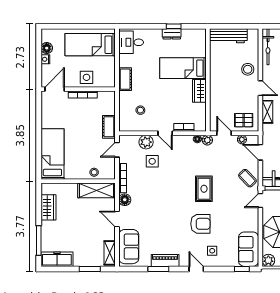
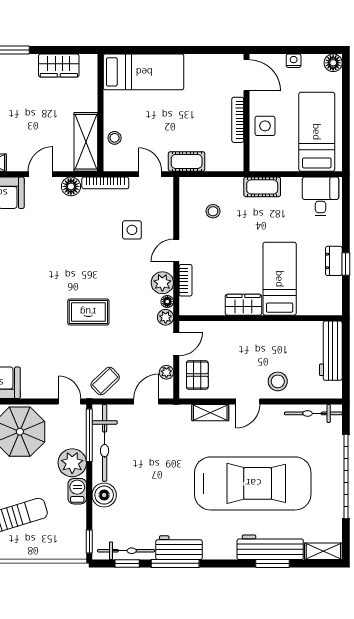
floor lamp: (47, 48) -> (333, 63), moved
plant: (146, 142) -> (162, 283), moved
armchair: (200, 224) -> (33, 306), removed

